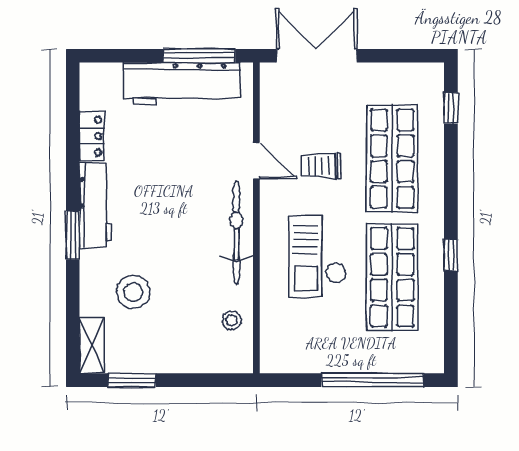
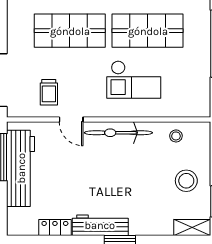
door: (256, 161) -> (71, 120), swing flipped
trolley: (321, 166) -> (49, 92), moved
stool: (133, 292) -> (186, 181), moved

